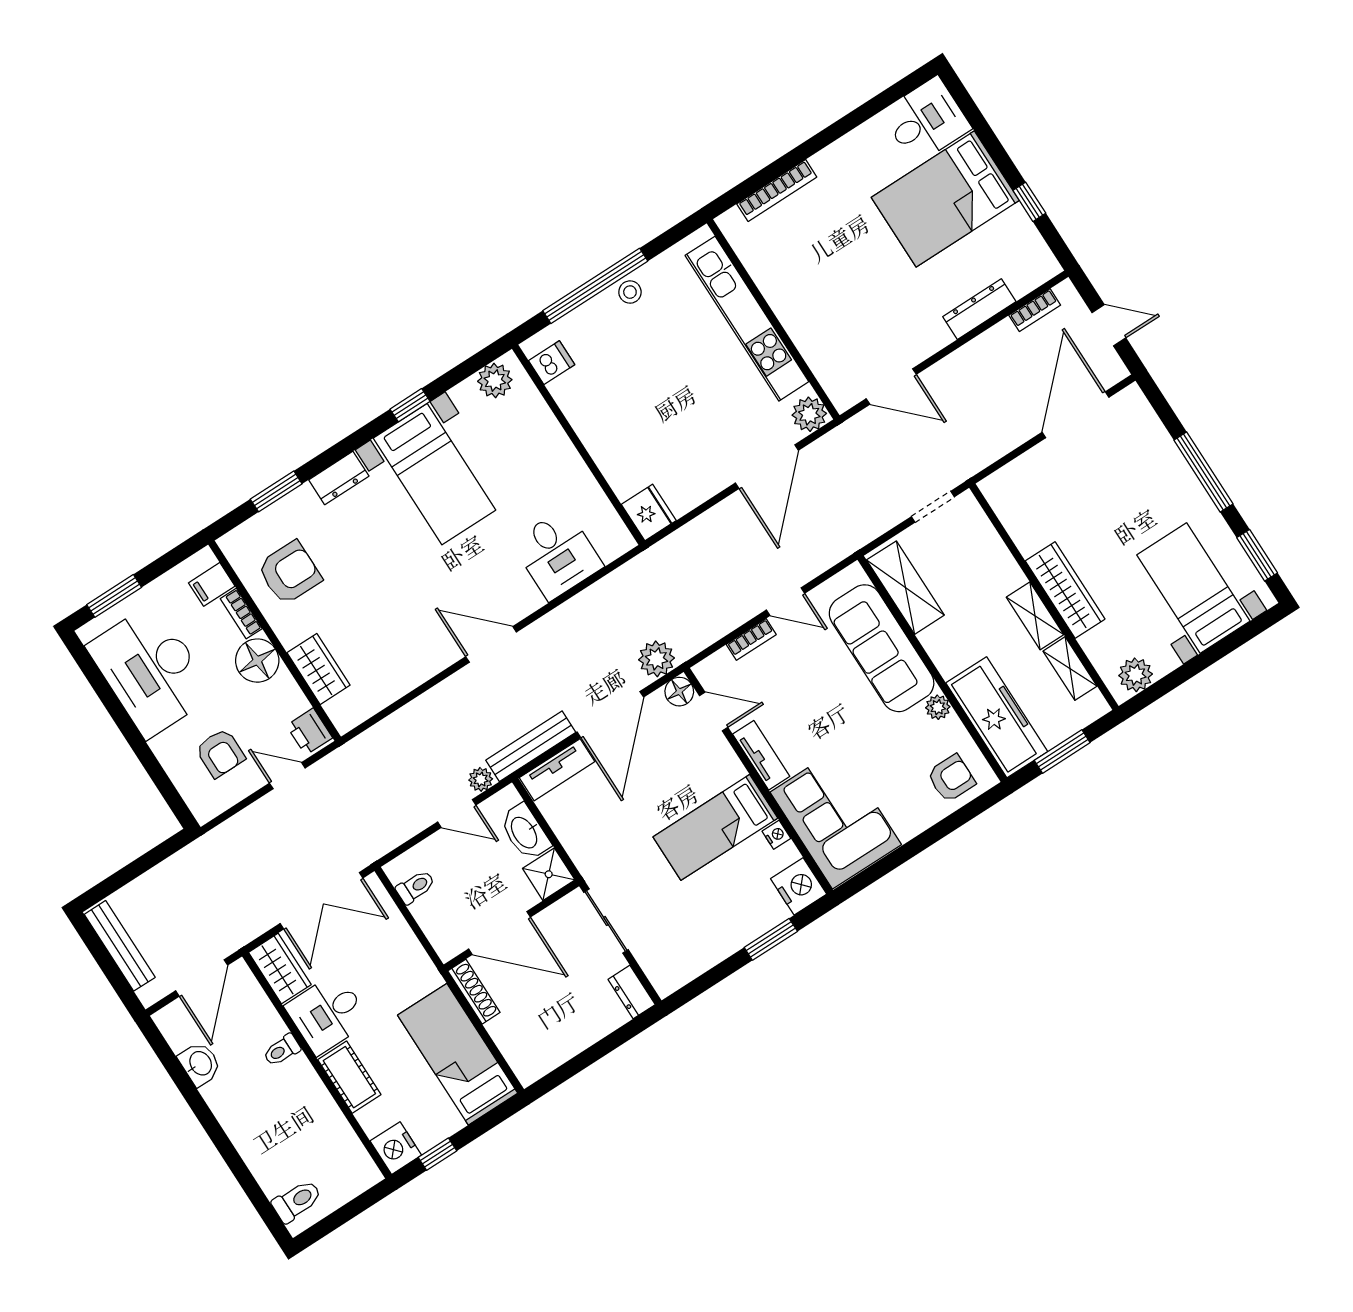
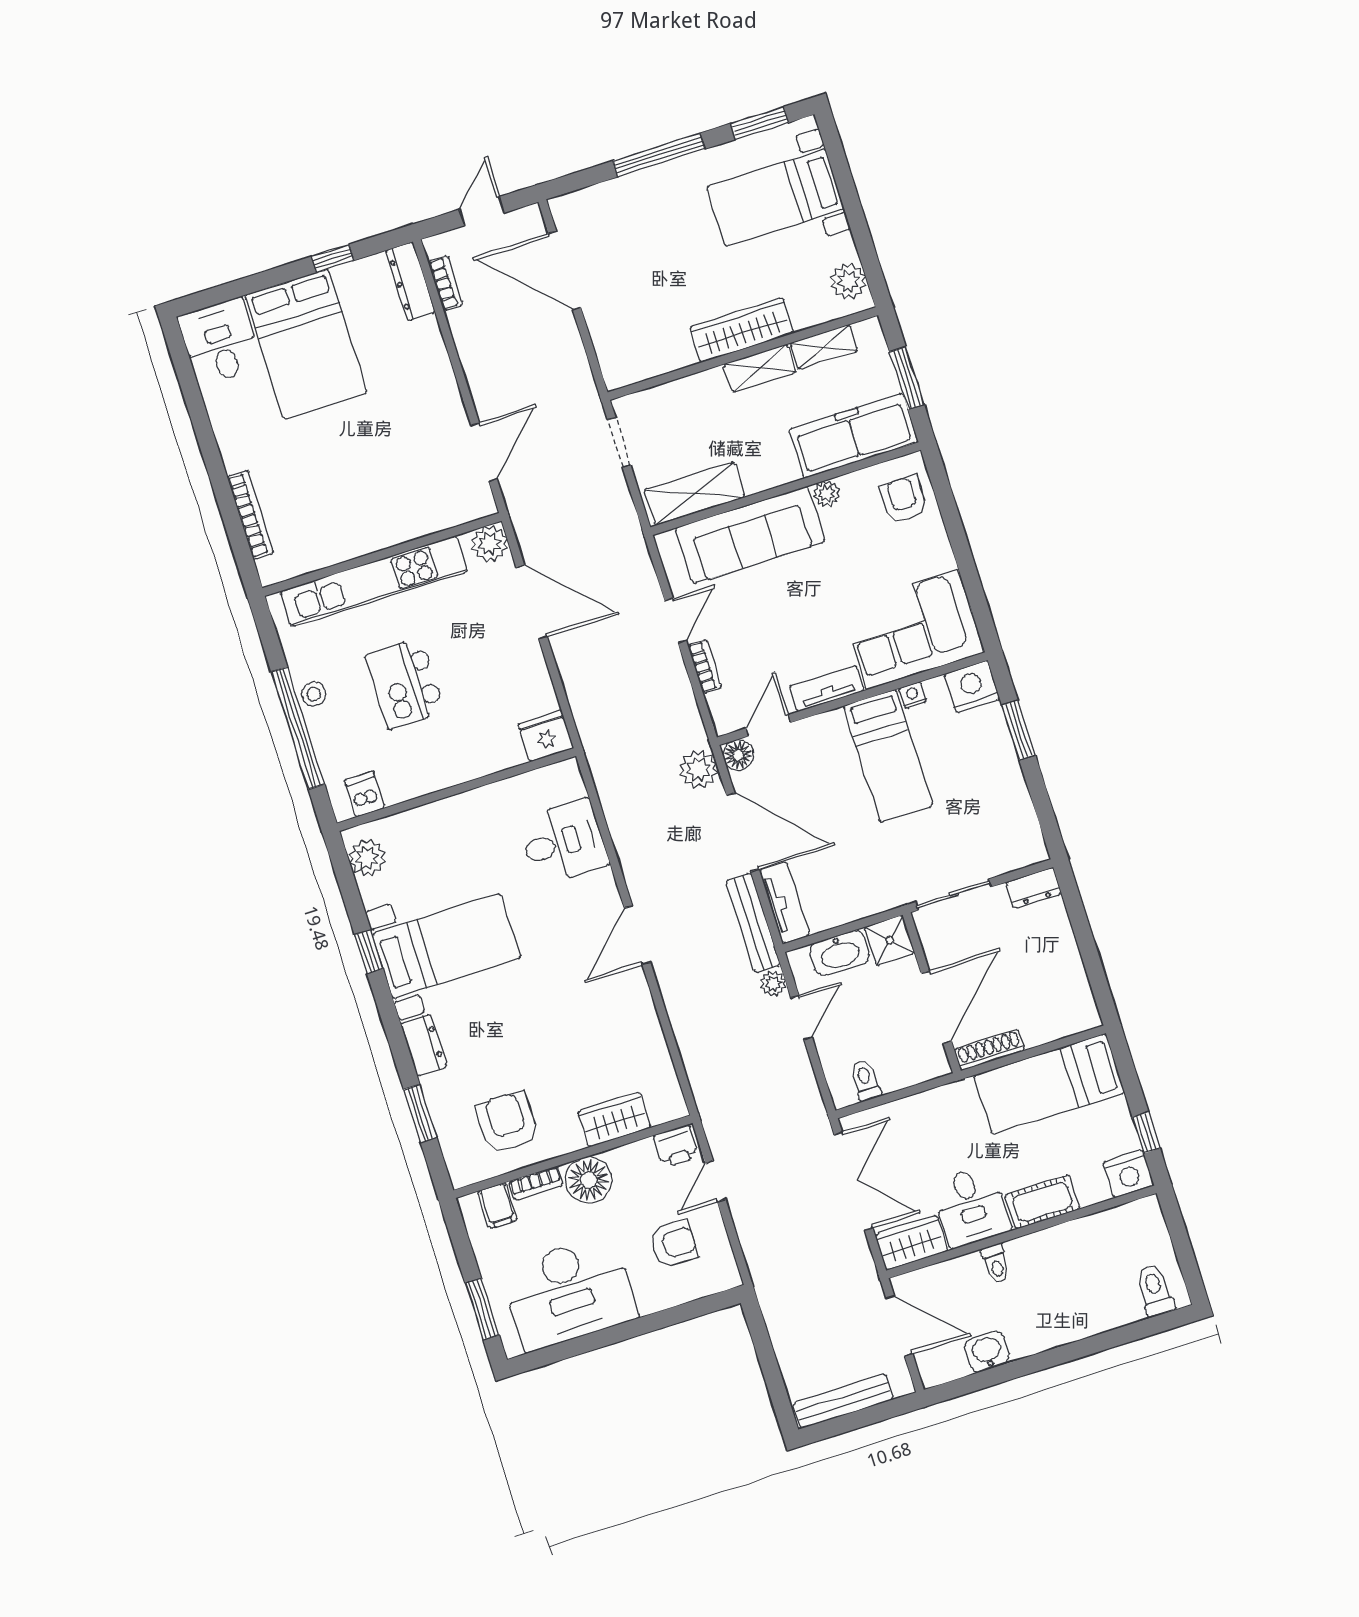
dresser: (979, 309) -> (410, 281), moved
kitchen island: (662, 372) -> (405, 684), added

